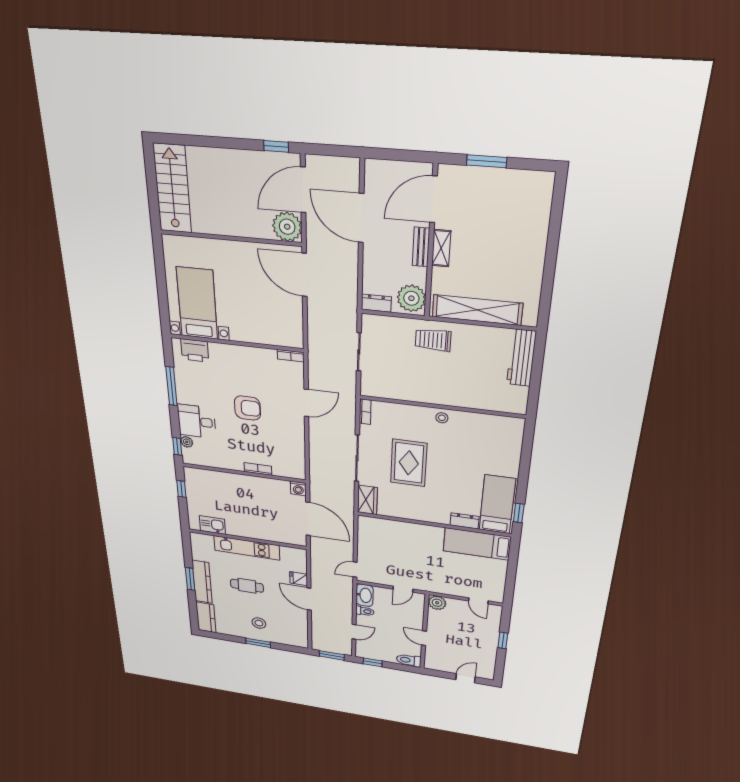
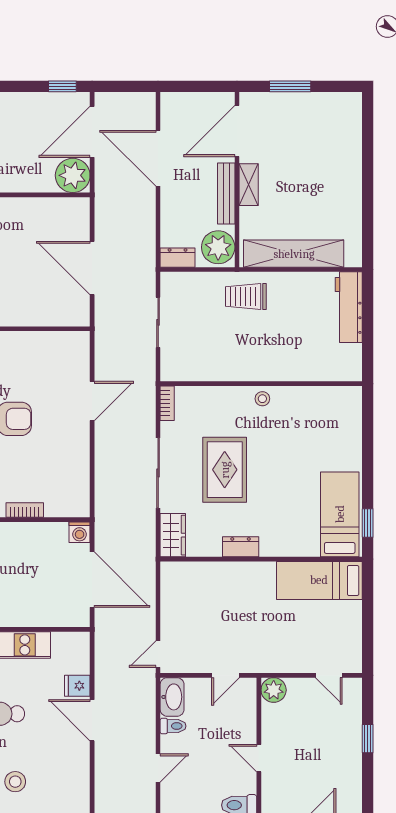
bench: (421, 247) -> (226, 194), width x1.36
door: (304, 275) -> (92, 268), moved
bookcase: (291, 356) -> (73, 338), removed
dresser: (465, 521) -> (241, 547), moved

